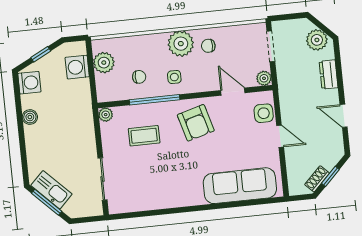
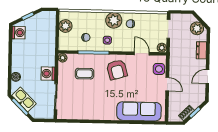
washing machine: (77, 67) -> (48, 74), moved
door: (344, 116) -> (207, 77), hinge flipped
boiler: (30, 117) -> (16, 77), moved

